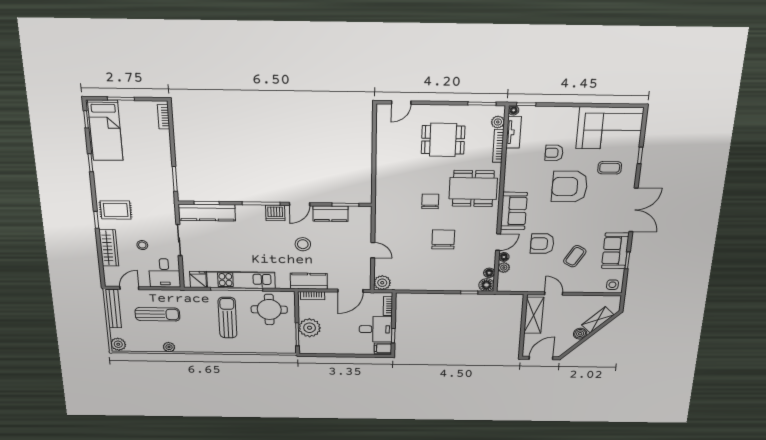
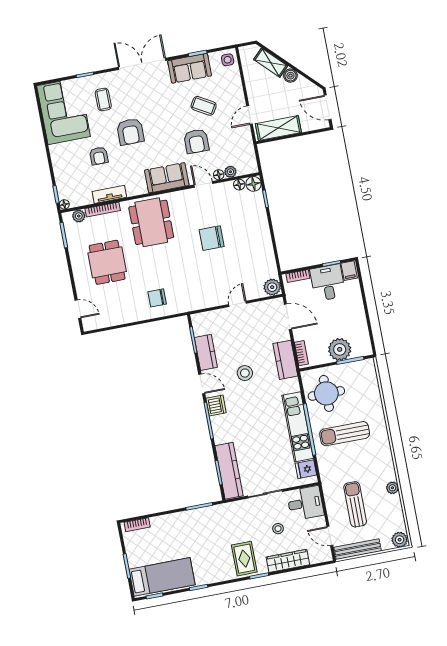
tv unit: (514, 132) -> (109, 194), moved
armchair: (570, 187) -> (130, 132), width x0.73, depth x0.73
chair: (430, 201) -> (157, 298), moved

